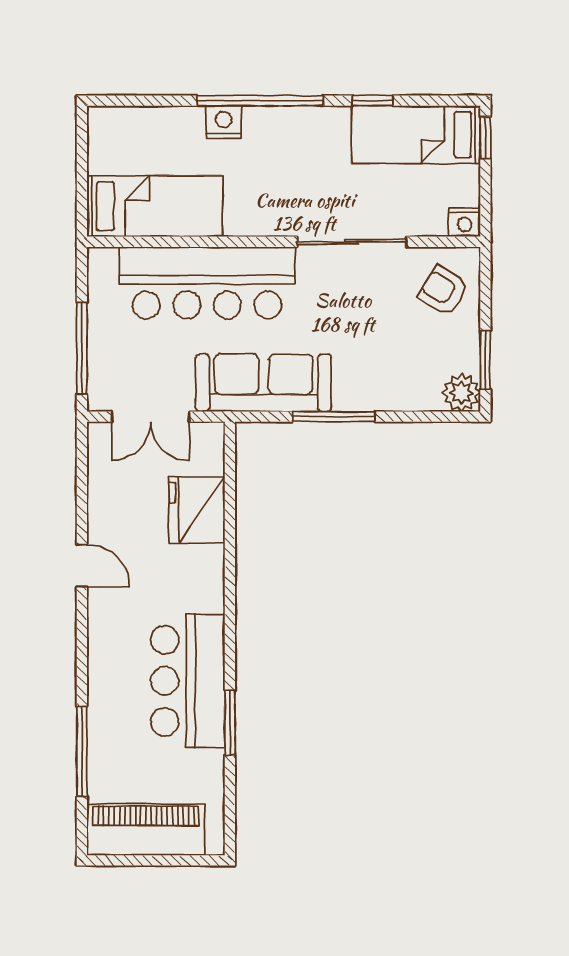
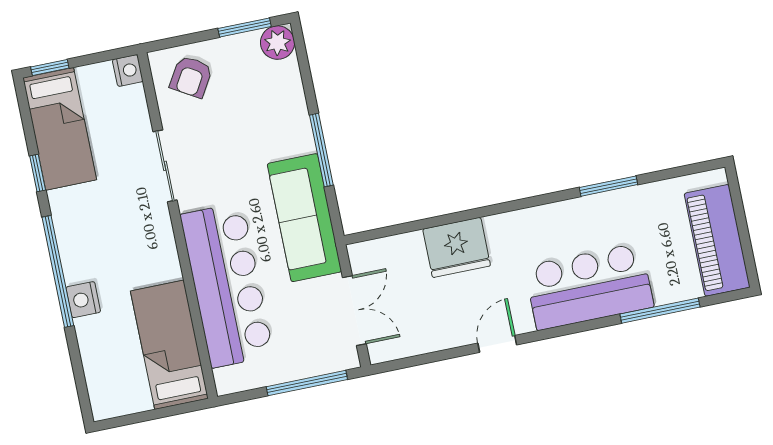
sliding door: (352, 242) -> (165, 166), width x0.73
fridge: (197, 510) -> (457, 247), moved
bar counter: (188, 681) -> (589, 287), moved, turned 180

